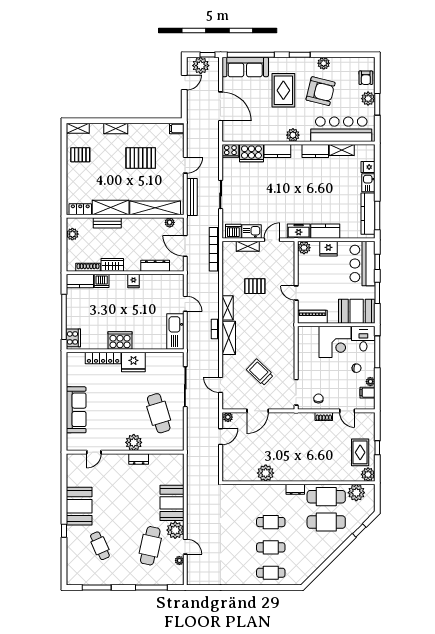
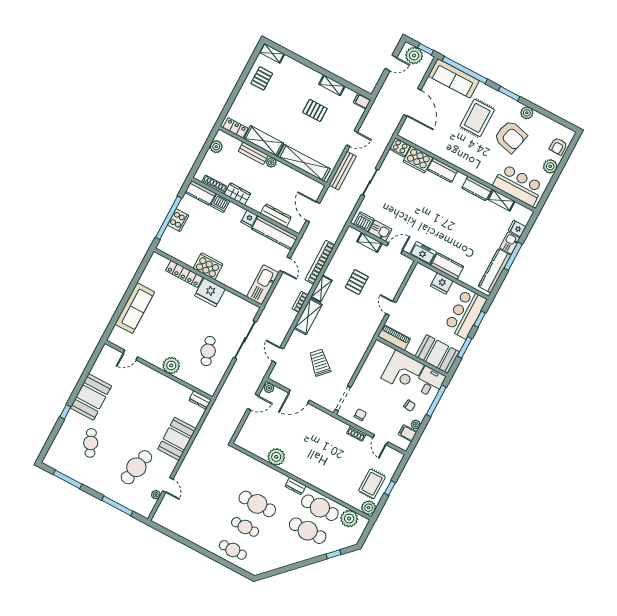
window: (377, 104) -> (556, 176), removed
shelving: (116, 129) -> (332, 85), moved
bar counter: (341, 129) -> (518, 185), width x0.73
plant: (293, 135) -> (464, 163), removed
pallet: (80, 155) -> (262, 78), turned 90
pallet: (141, 158) -> (315, 110), width x0.67, depth x0.71
window: (377, 215) -> (513, 256), moved
plant: (170, 222) -> (271, 162), moved
plant: (304, 248) -> (420, 271), removed
bookcase: (214, 249) -> (320, 262), moved
kitchen counter: (162, 282) -> (275, 233), added
pallet: (255, 286) -> (357, 282), turned 90
cooker: (73, 338) -> (178, 220), moved
cafe table: (159, 413) -> (208, 351), width x0.73, depth x0.74
dresser: (139, 459) -> (200, 400), moved
cafe table: (271, 522) -> (257, 504), width x1.37, depth x1.35
plant: (175, 530) -> (167, 465), removed

